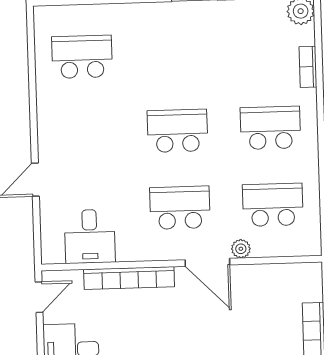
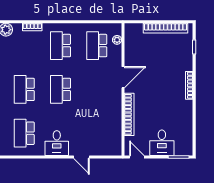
school desk: (180, 208) -> (24, 89), moved
desk: (90, 236) -> (57, 143), moved, turned 90
plant: (241, 249) -> (117, 40), moved

